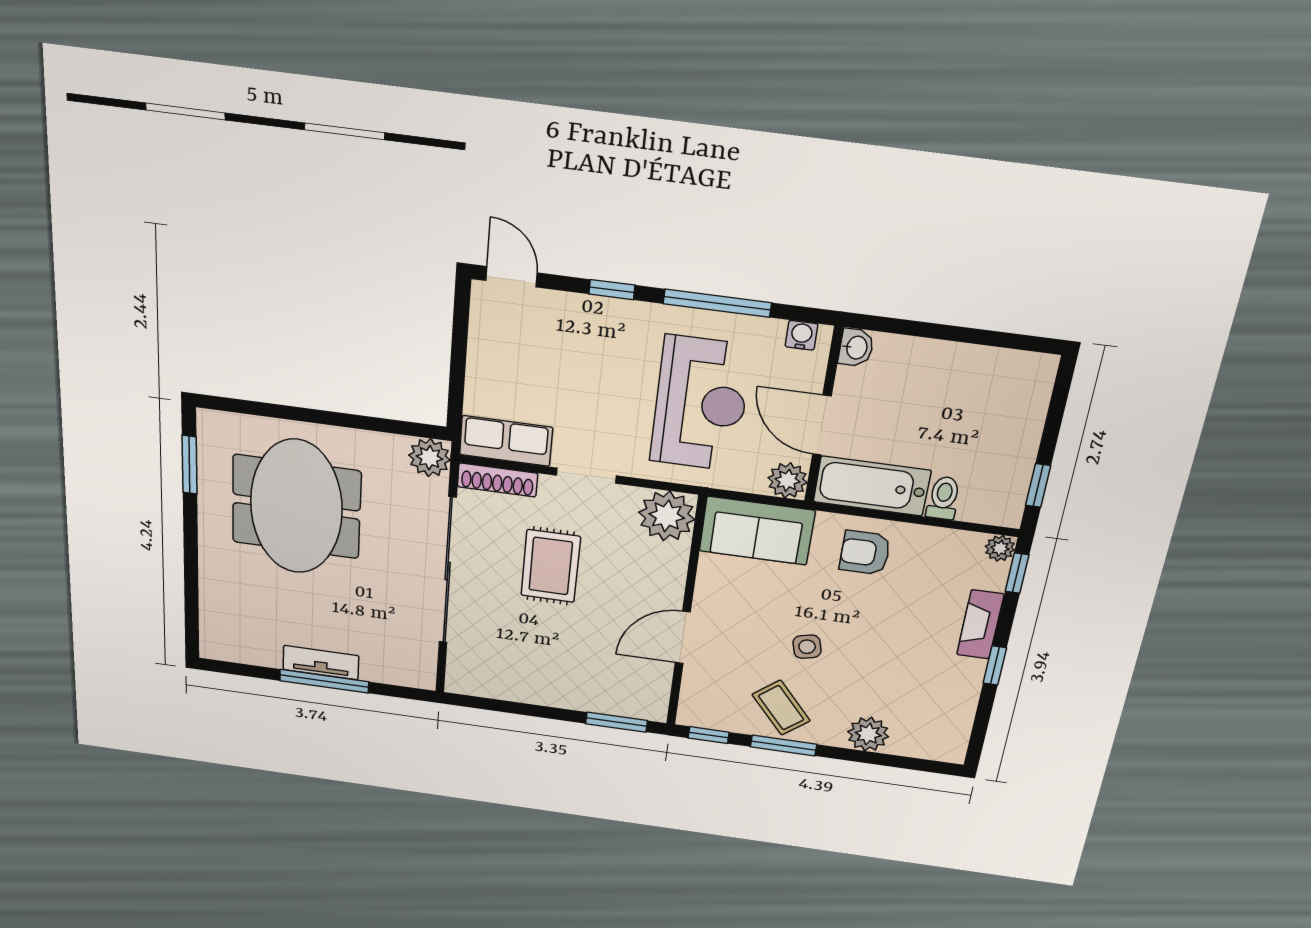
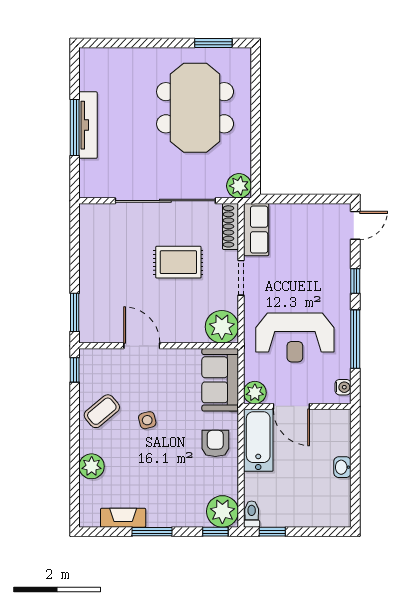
washbasin: (856, 348) -> (342, 467), moved, turned 90
door: (822, 425) -> (291, 406), swing flipped
toilet: (943, 498) -> (252, 514), moved, turned -90
meeting table: (296, 507) -> (195, 108), turned 90
plant: (1000, 548) -> (222, 511), width x1.88, depth x1.88
fireplace: (980, 624) -> (123, 518), moved
tv unit: (321, 663) -> (88, 125), width x1.41
window: (995, 666) -> (152, 532), width x1.50
window: (784, 746) -> (75, 417), removed

